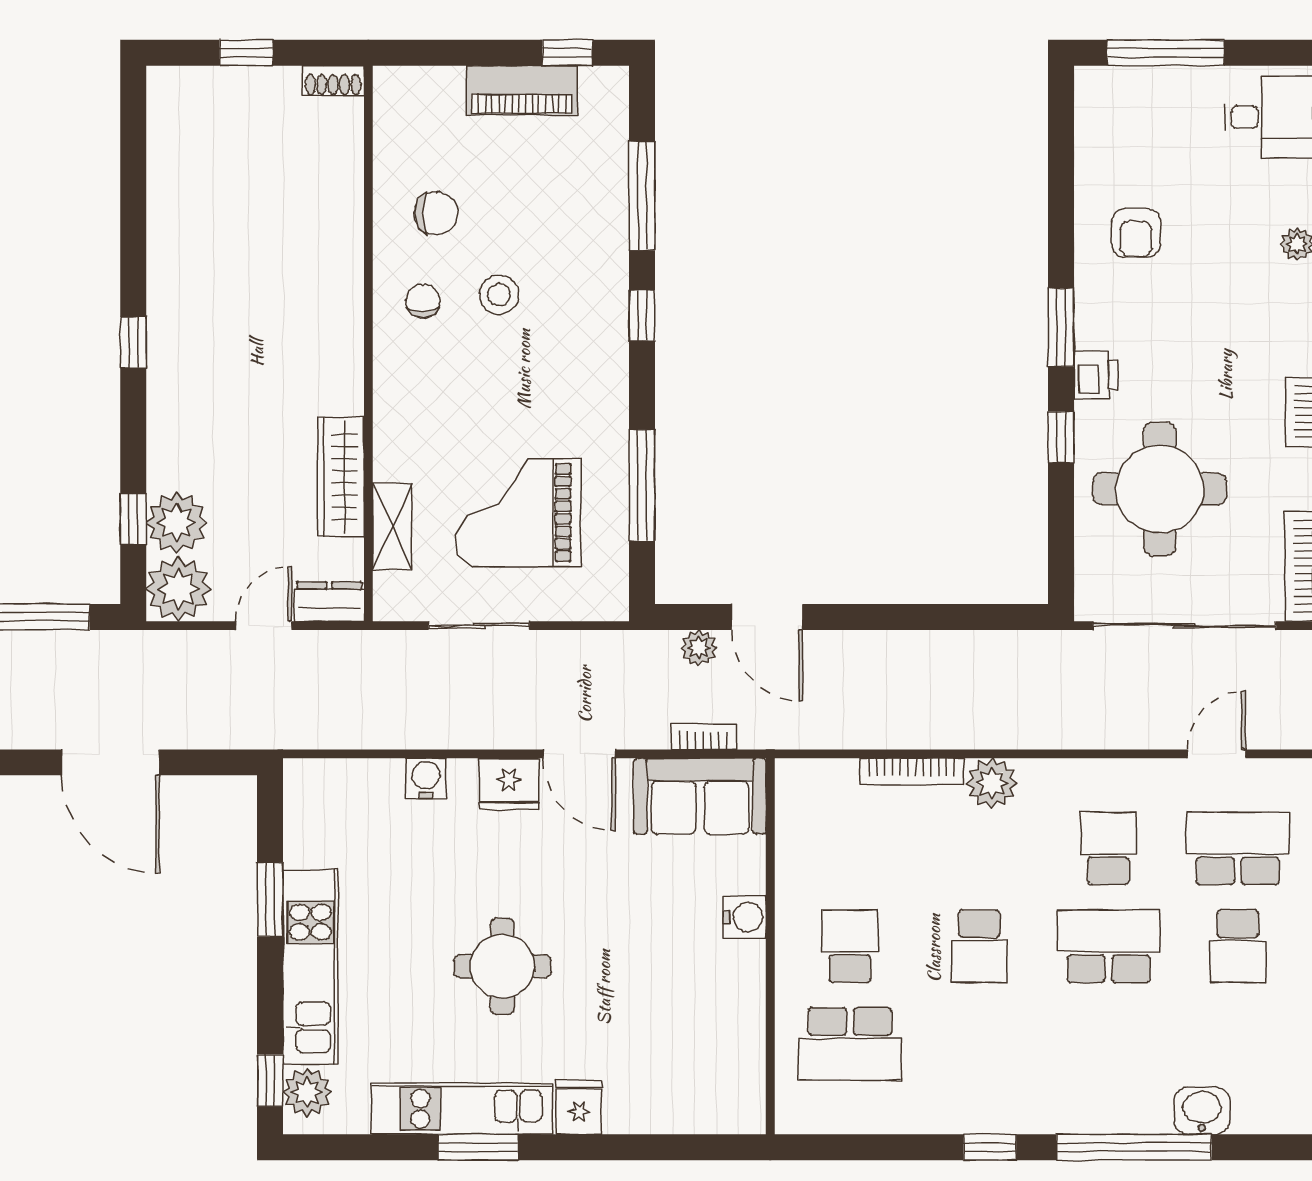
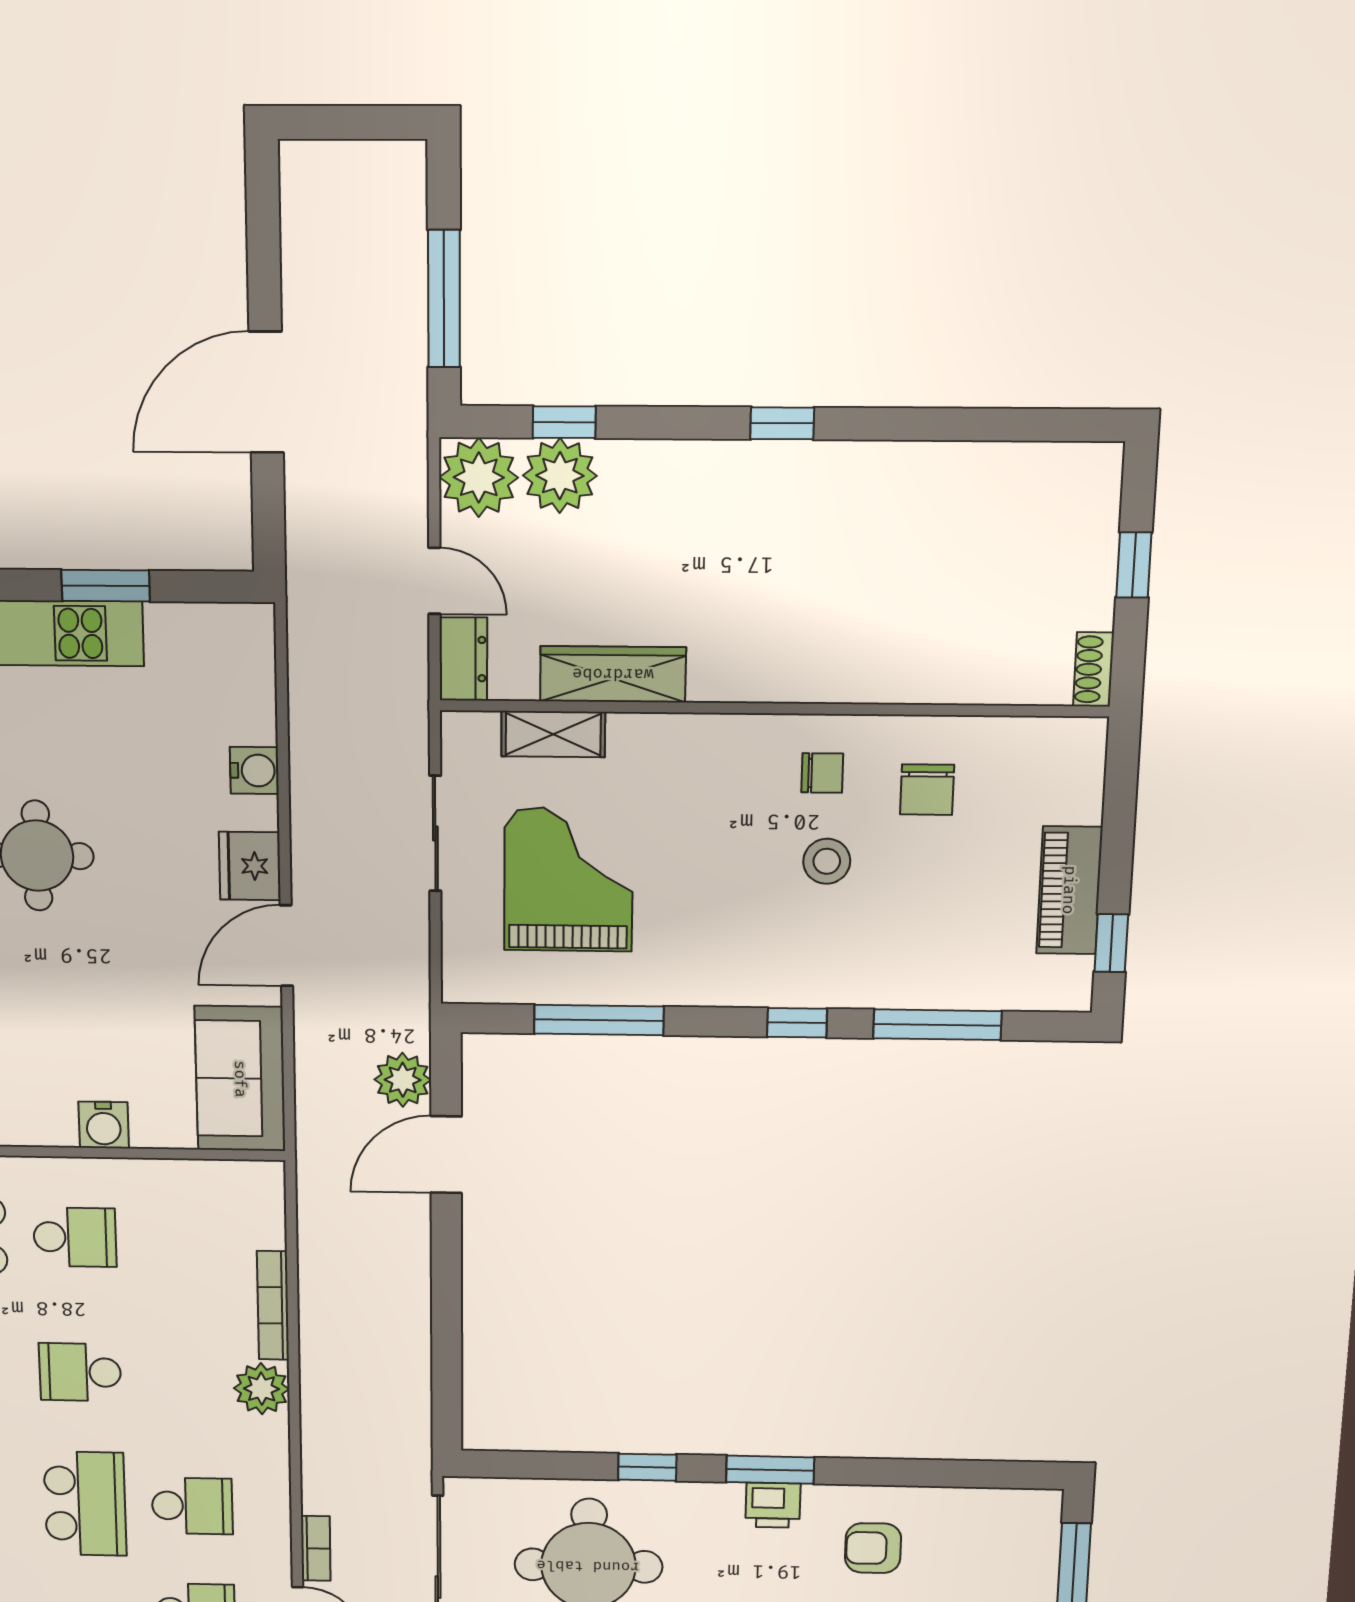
printer: (1096, 375) -> (773, 1505), moved
plant: (699, 648) -> (403, 1080), width x1.38, depth x1.38
bookcase: (704, 737) -> (316, 1548), moved

